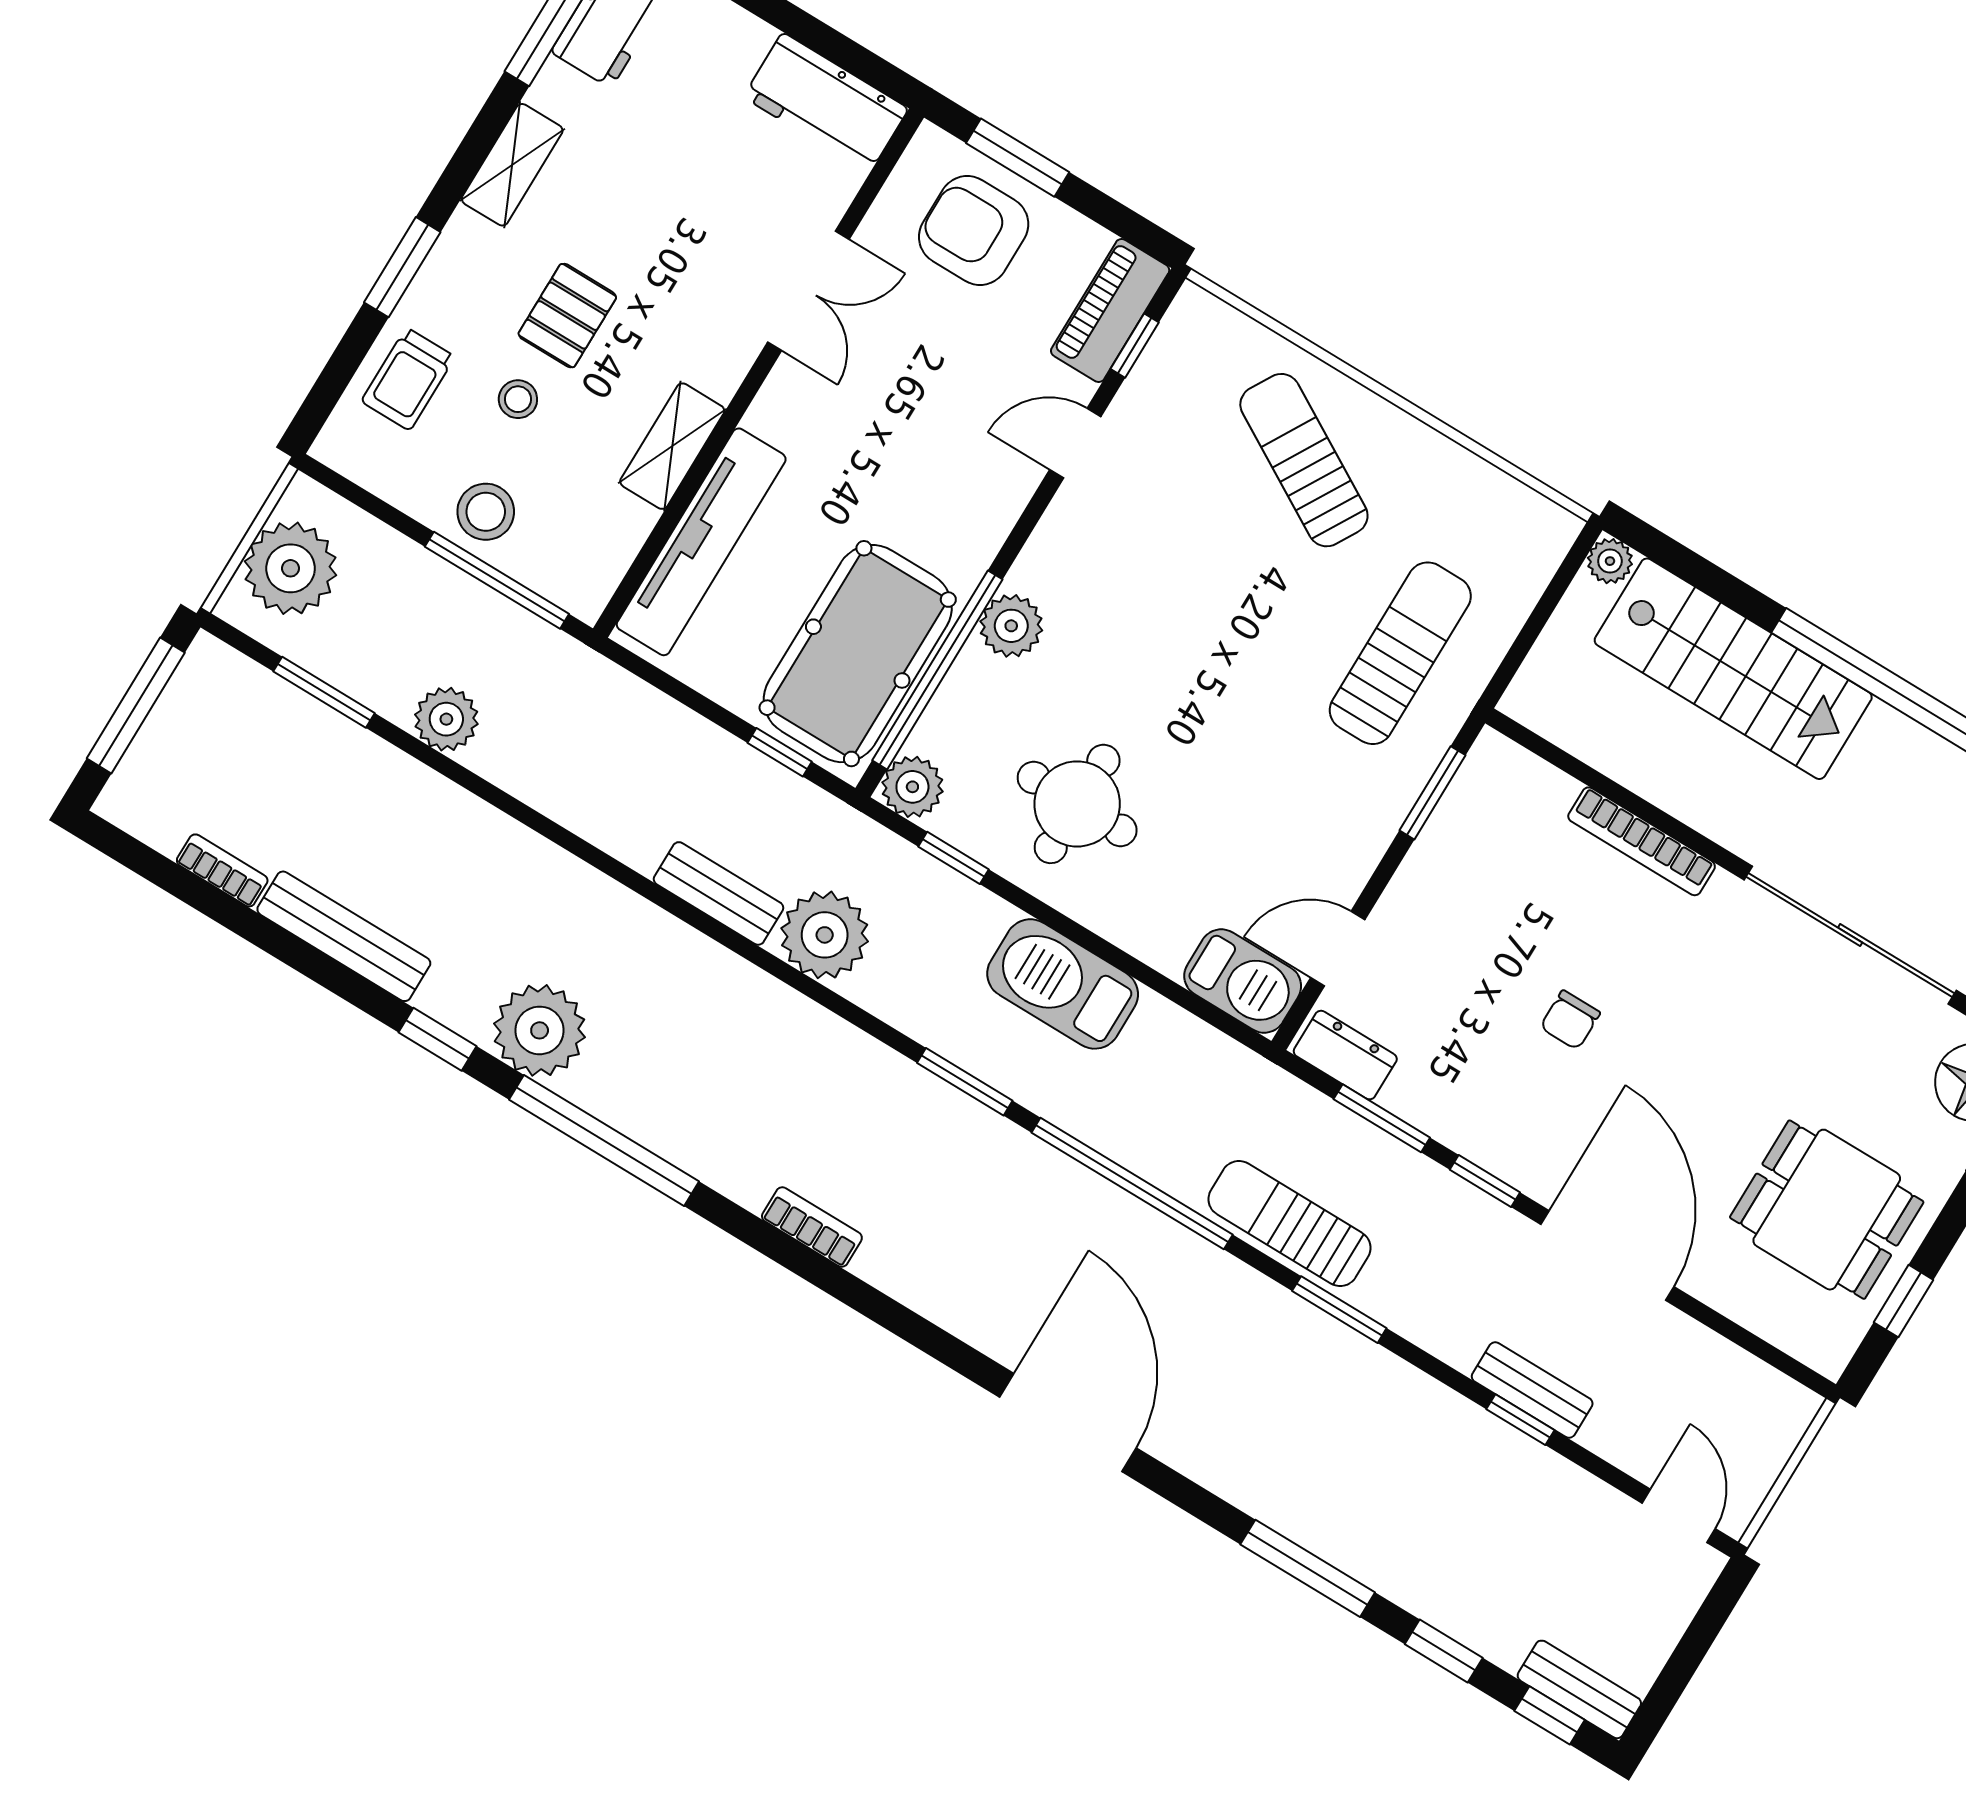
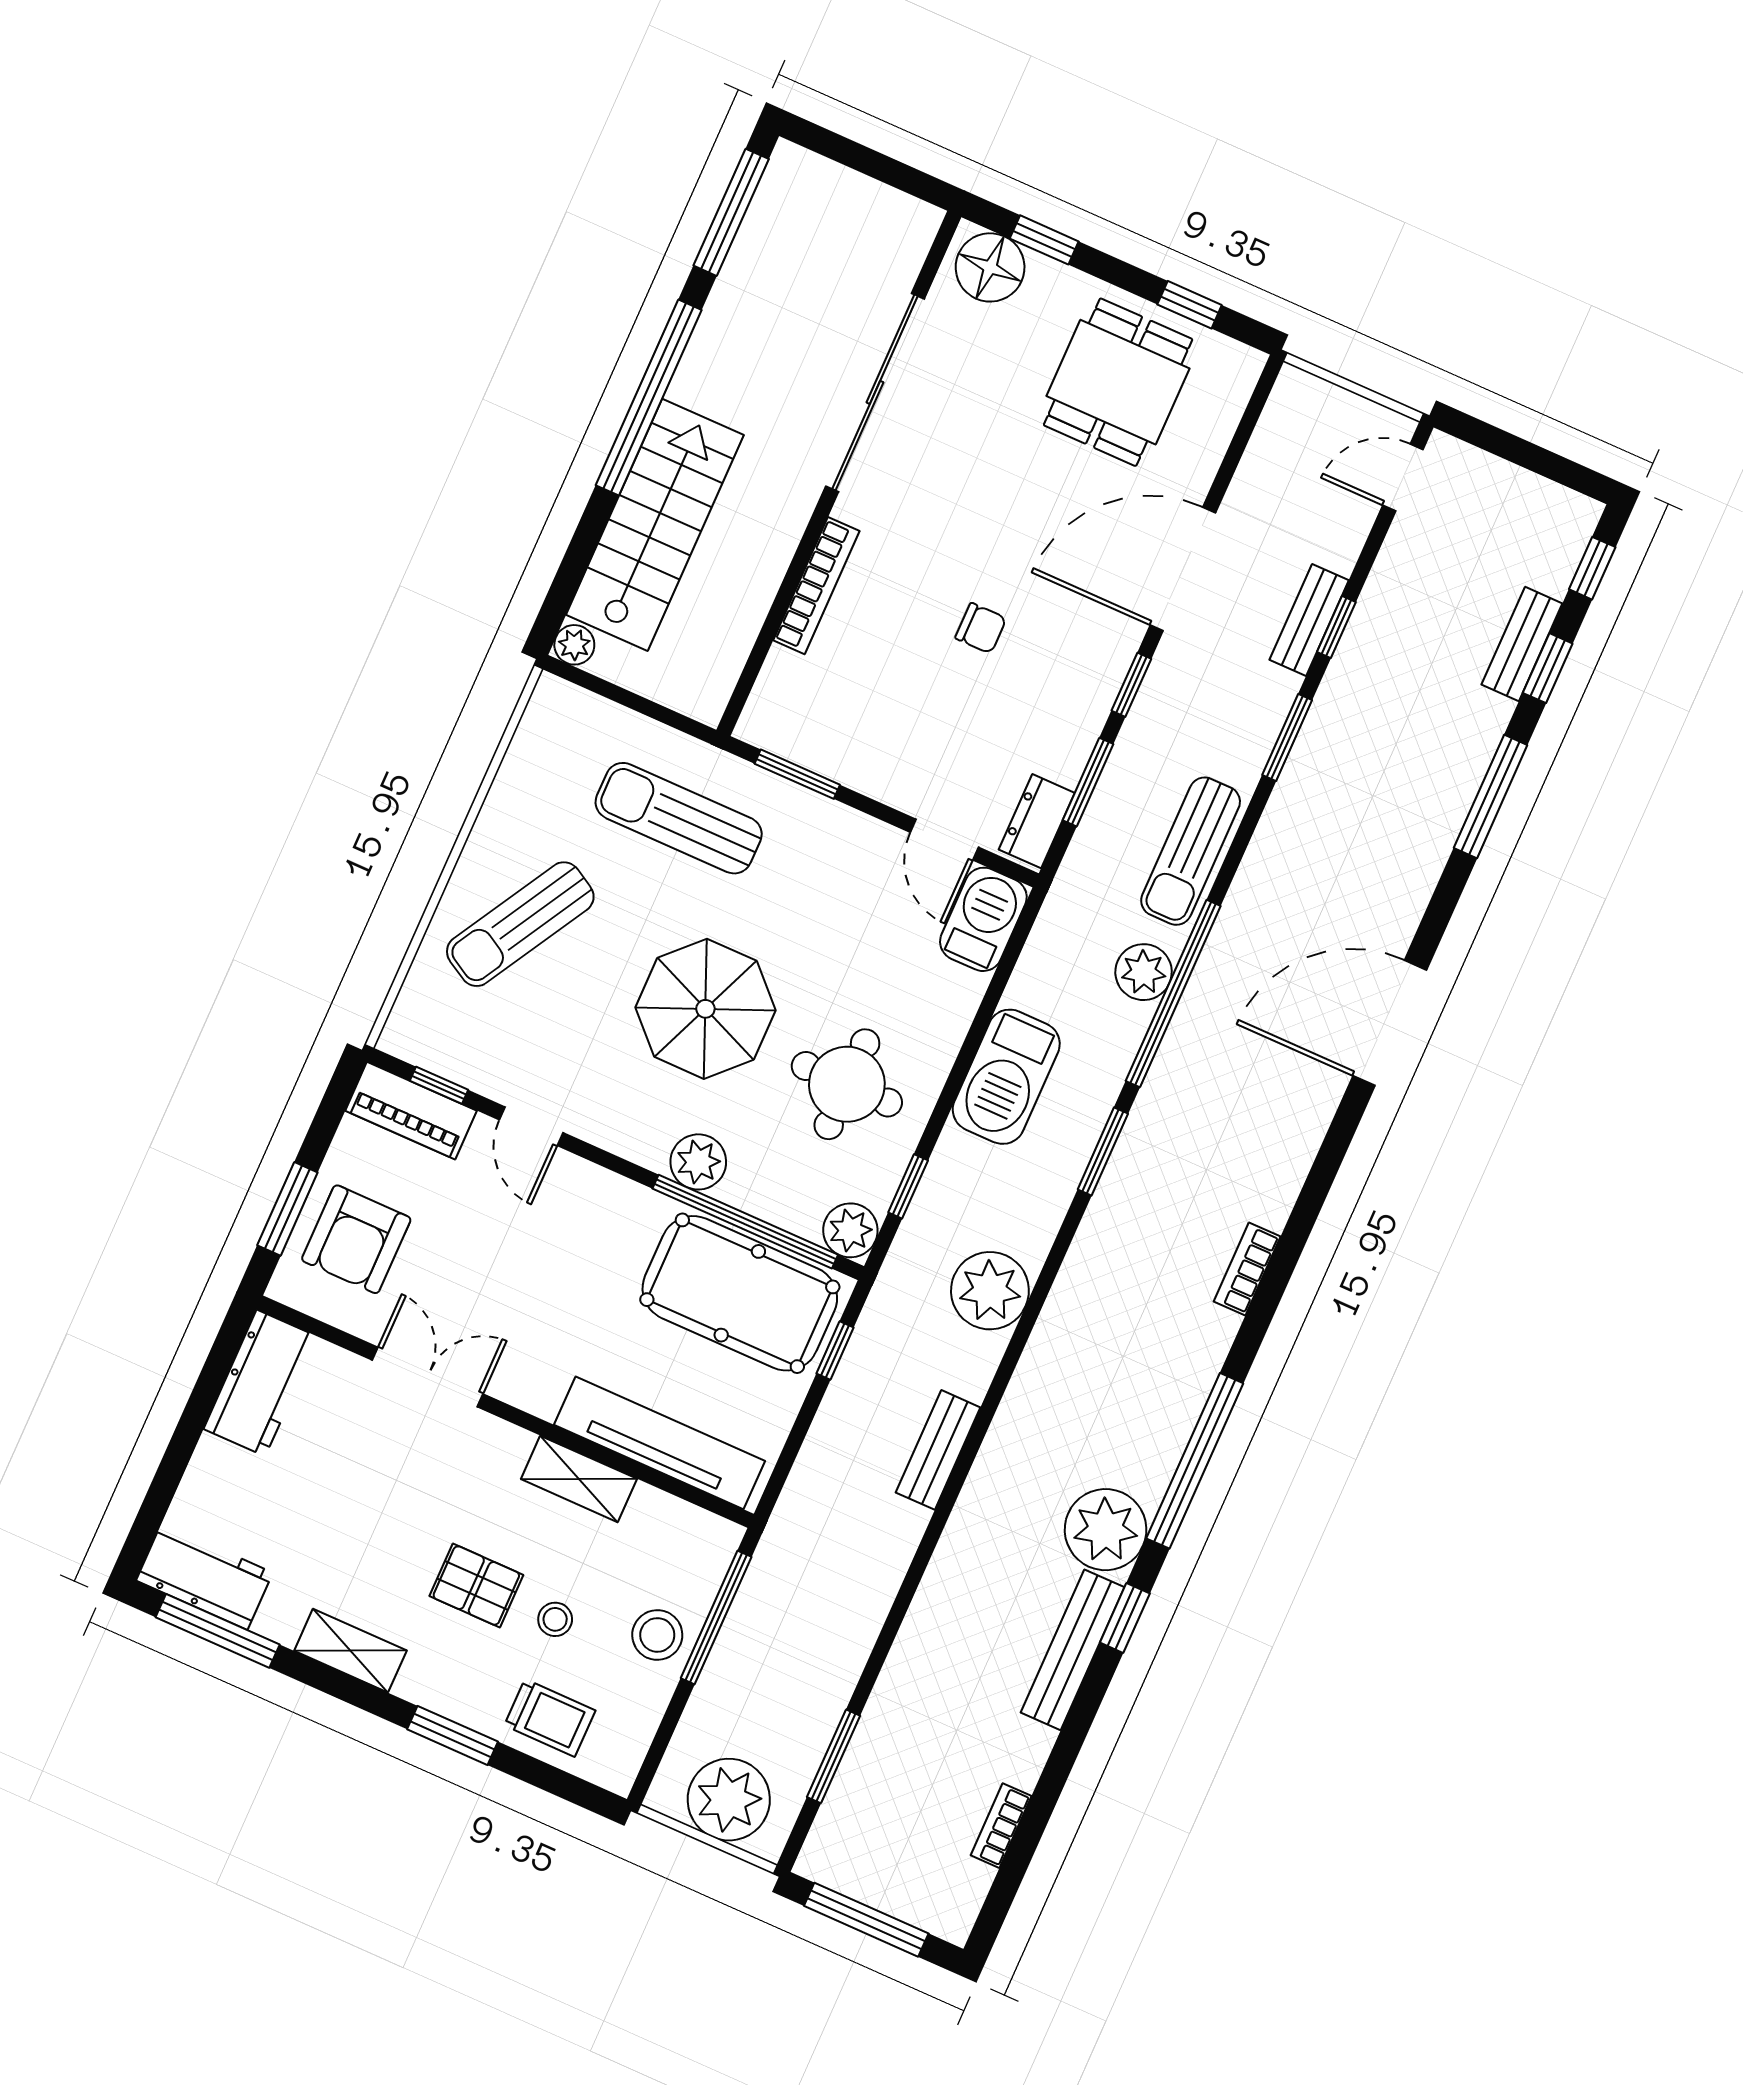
parasol: (1182, 656) -> (705, 1009), added
plant: (446, 719) -> (1144, 972), moved
bench: (718, 893) -> (938, 1450), moved
bench: (344, 936) -> (1073, 1650), moved
window: (1339, 1310) -> (1287, 737), moved
bench: (1579, 1689) -> (1522, 644), moved

